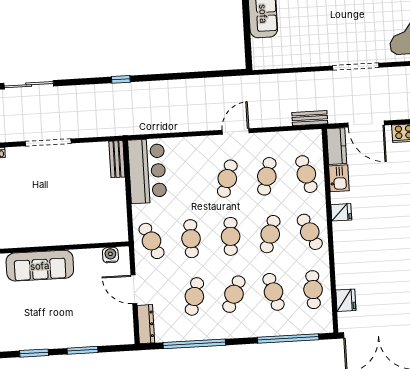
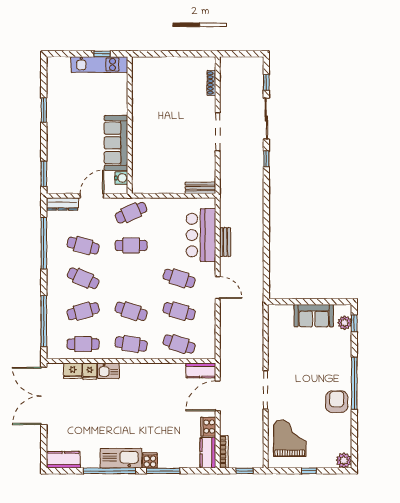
window: (121, 79) -> (266, 159), moved
bench: (310, 118) -> (225, 242), moved
bar counter: (147, 171) -> (201, 235), moved, turned 90
cafe table: (306, 174) -> (179, 344), turned 33
kitchen sink: (339, 178) -> (108, 371), moved
fridge: (341, 212) -> (90, 371), moved
cafe table: (310, 232) -> (131, 344), turned 33
cafe table: (231, 236) -> (131, 278), removed
sofa: (40, 266) -> (116, 143), moved
window: (82, 350) -> (44, 174), moved

